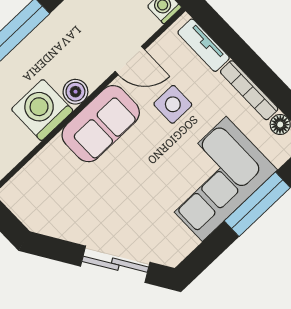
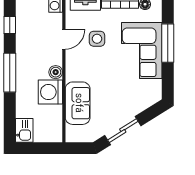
sofa: (101, 124) -> (78, 103), moved
sliding door: (115, 264) -> (123, 131), moved

